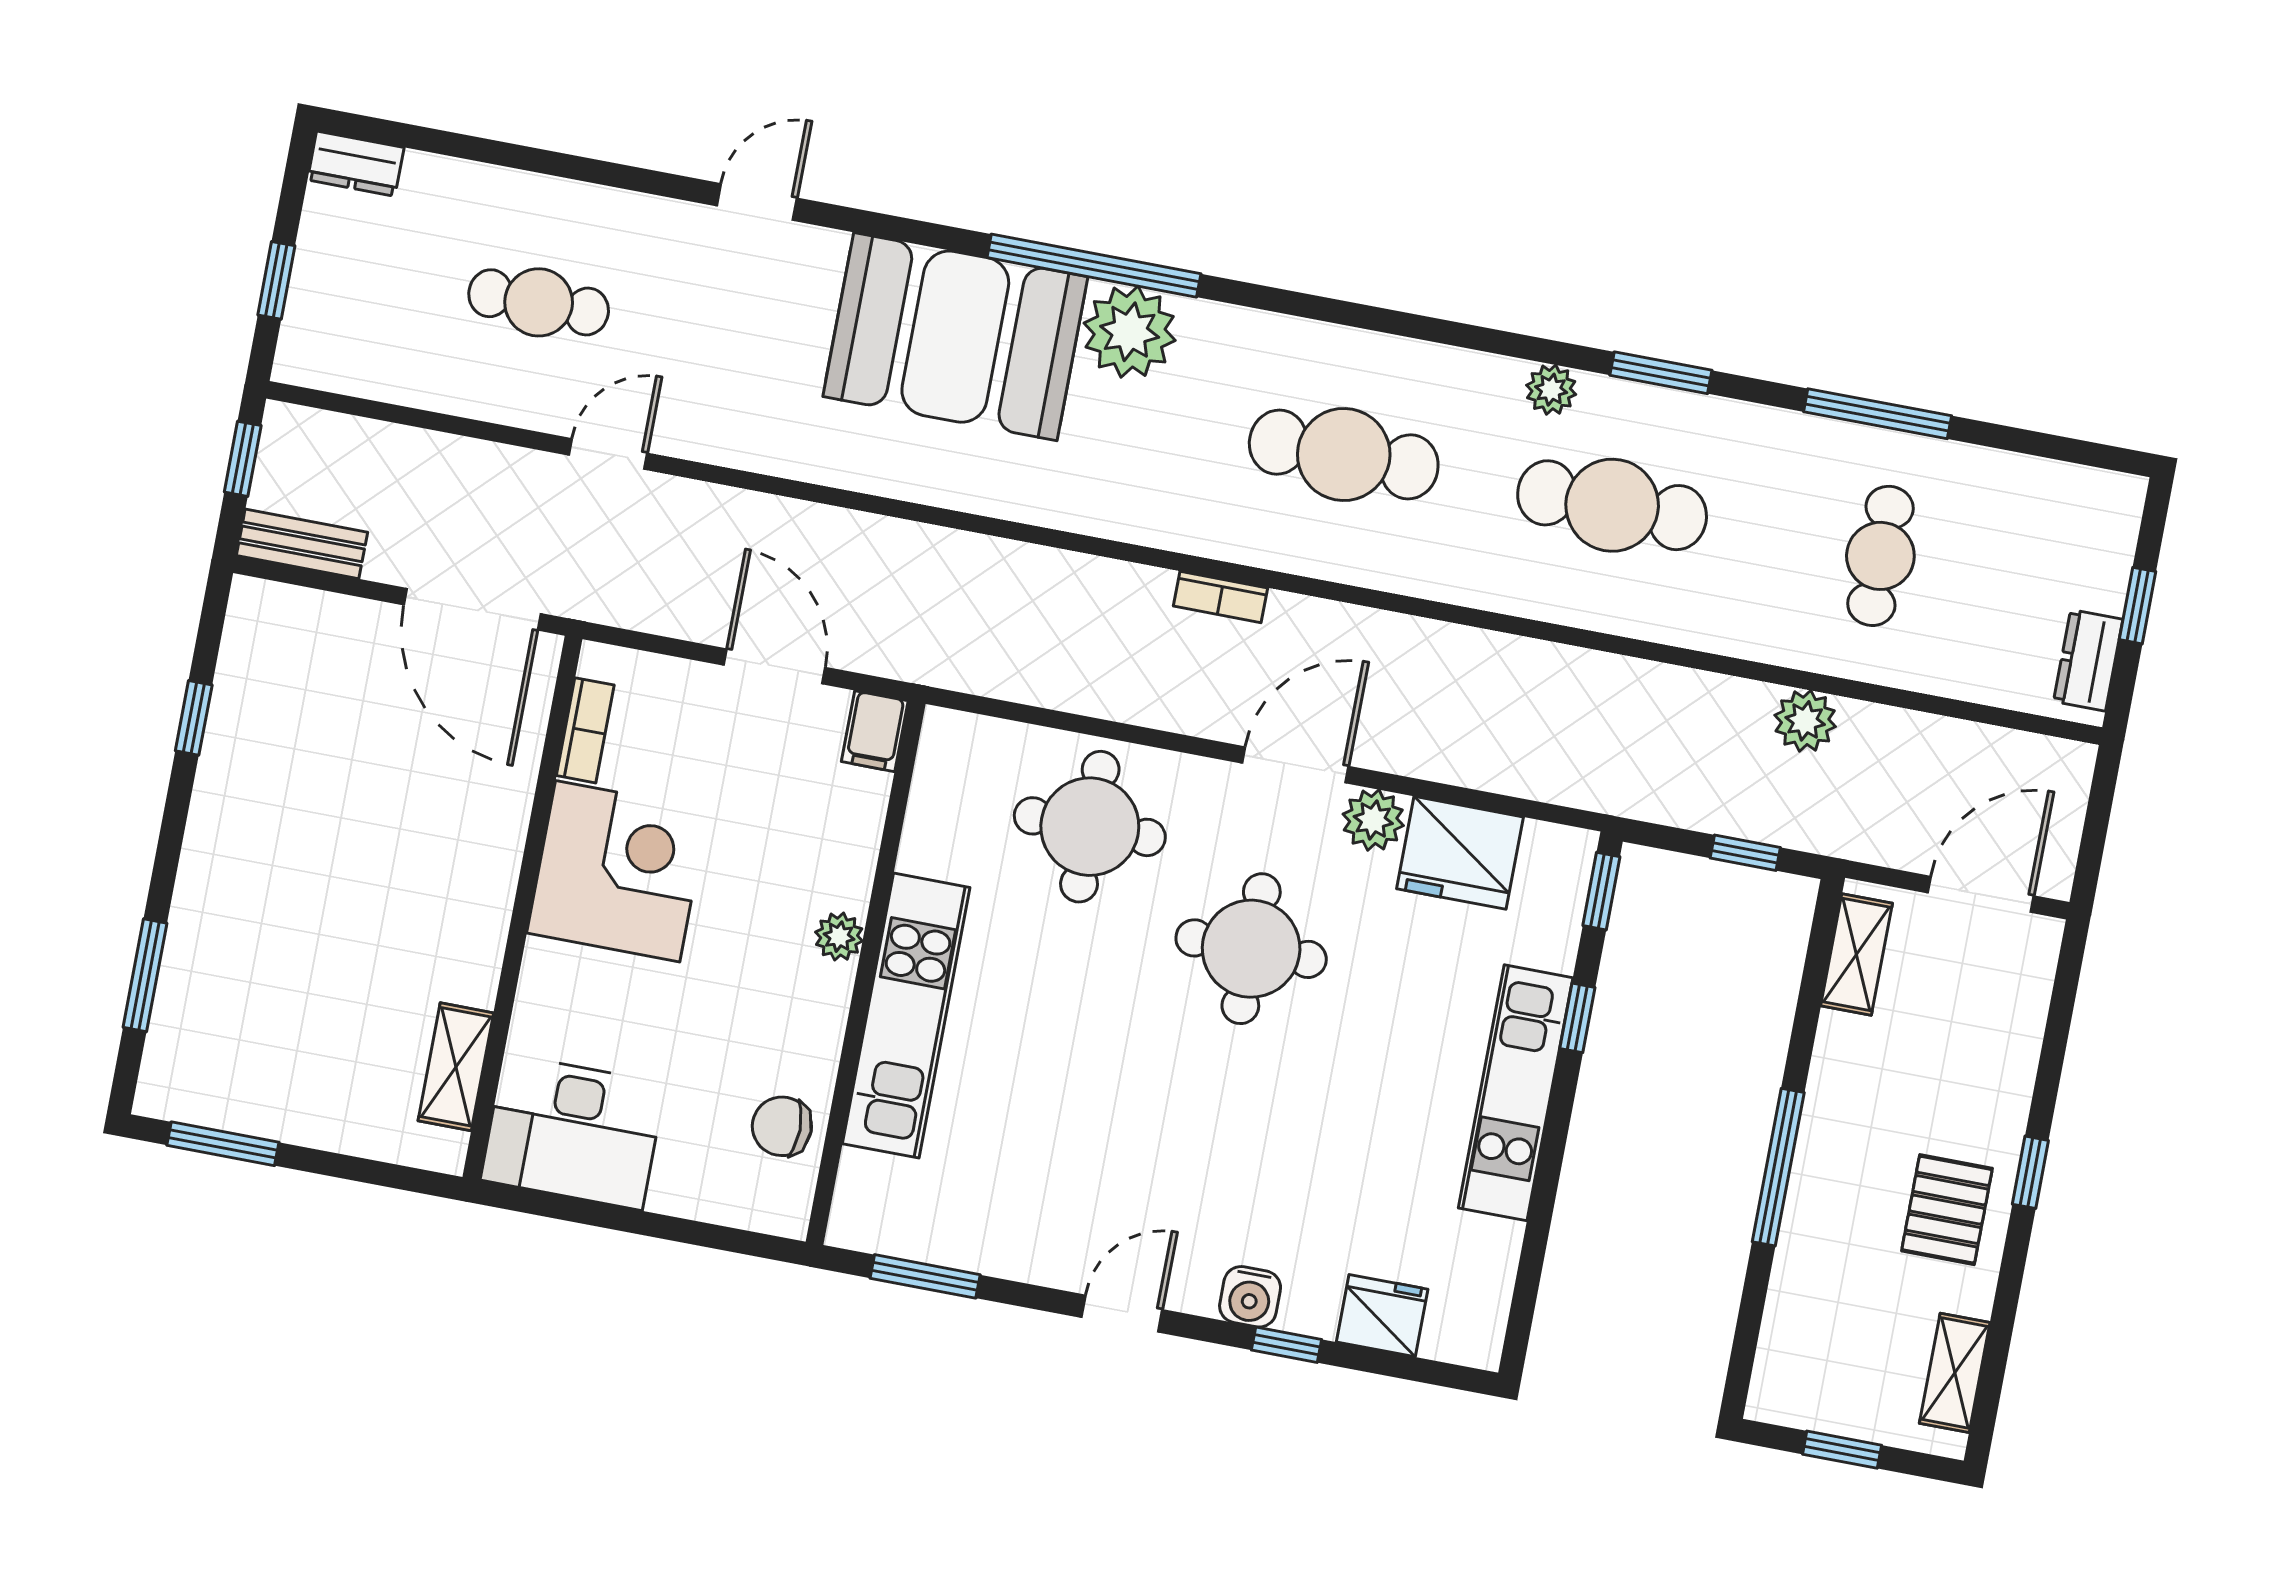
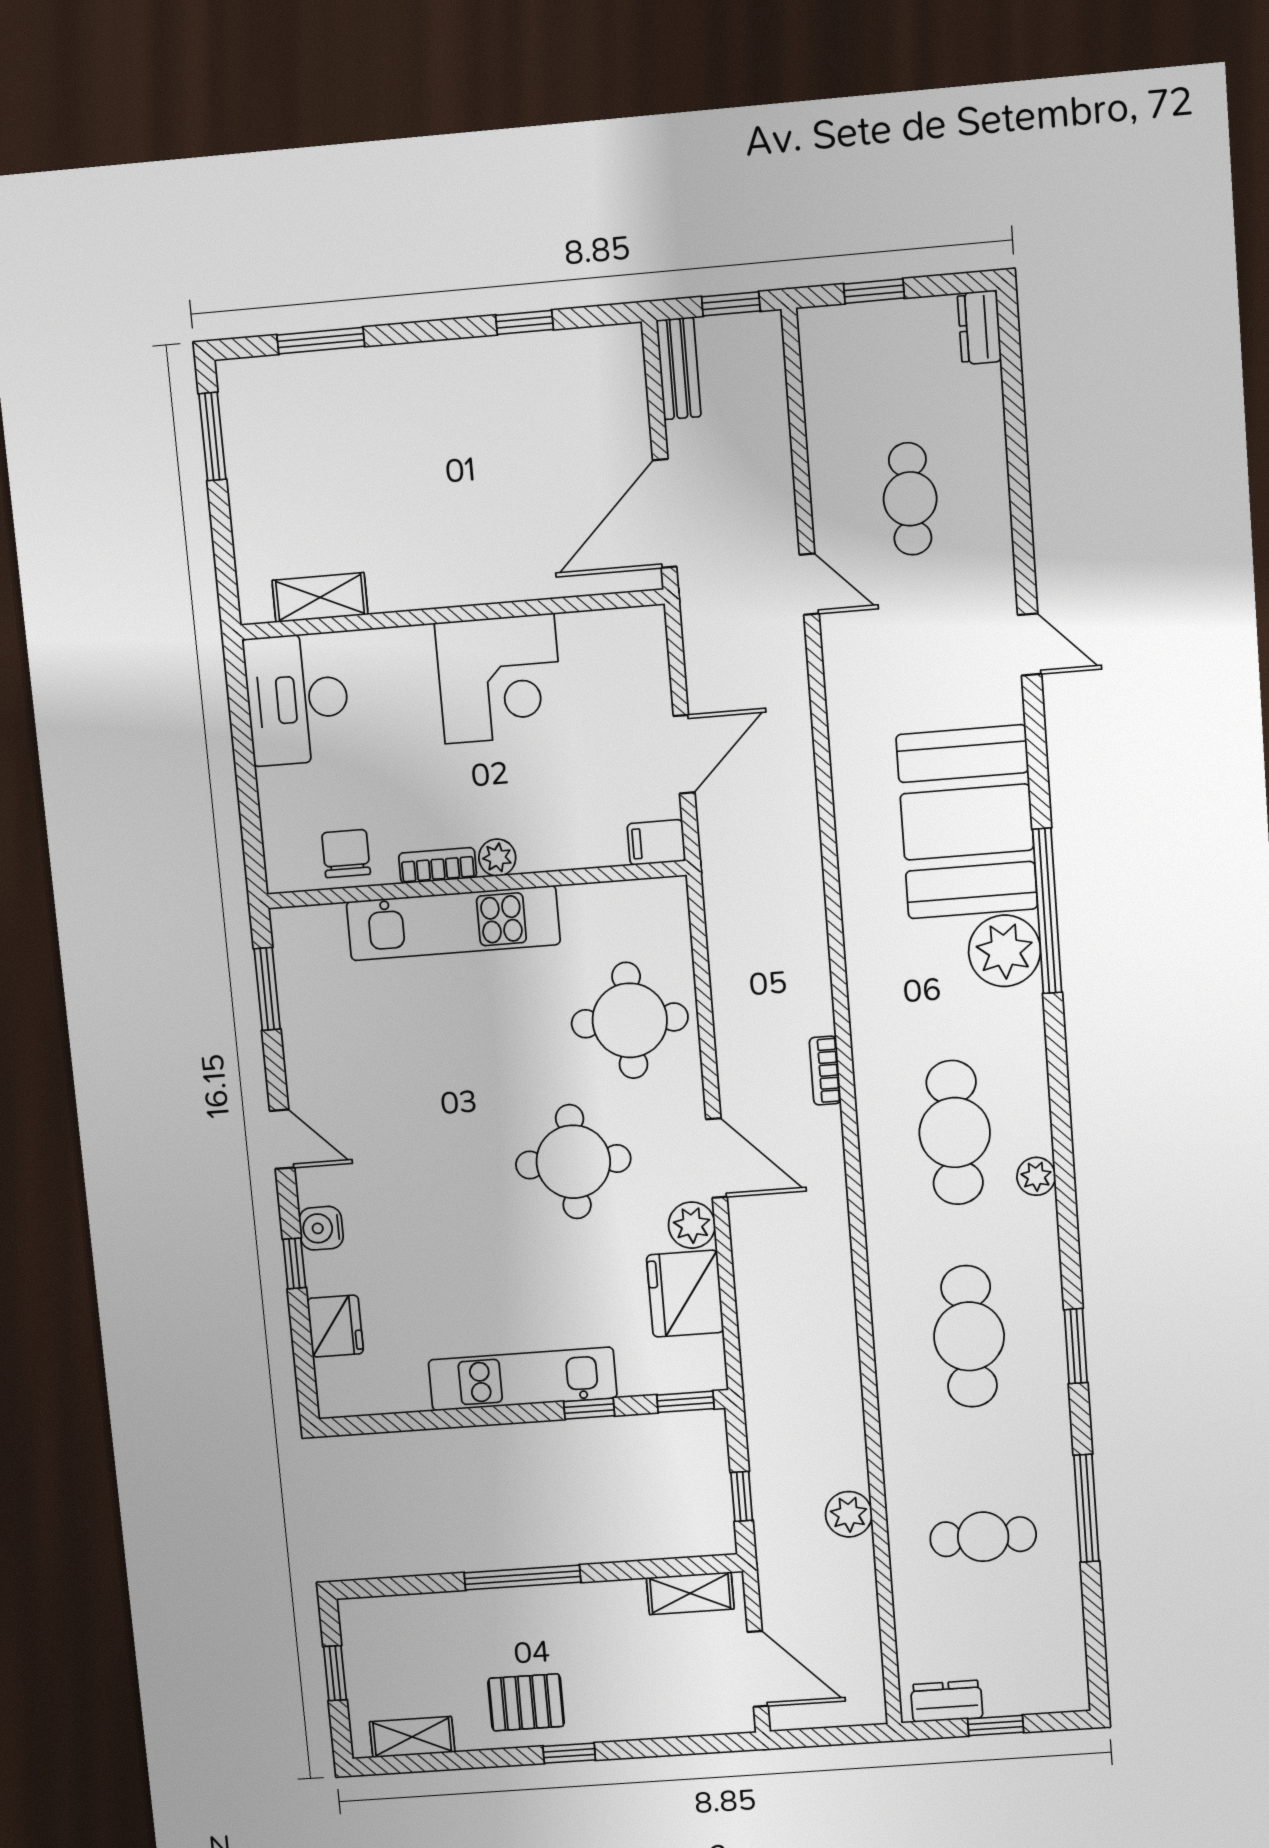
plant: (1551, 390) -> (1036, 1176), moved
bookcase: (585, 730) -> (438, 865), moved, turned 180

